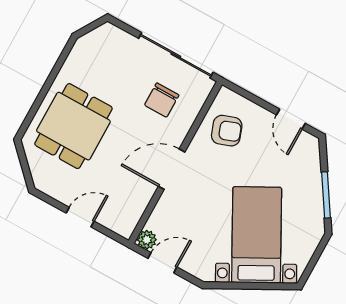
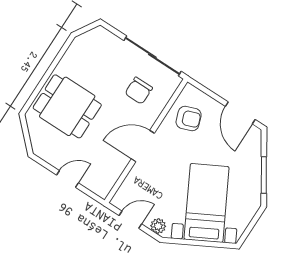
door: (291, 119) -> (240, 113), width x1.38
dining table: (73, 126) -> (67, 106), turned 90
plant: (147, 240) -> (158, 226), moved

